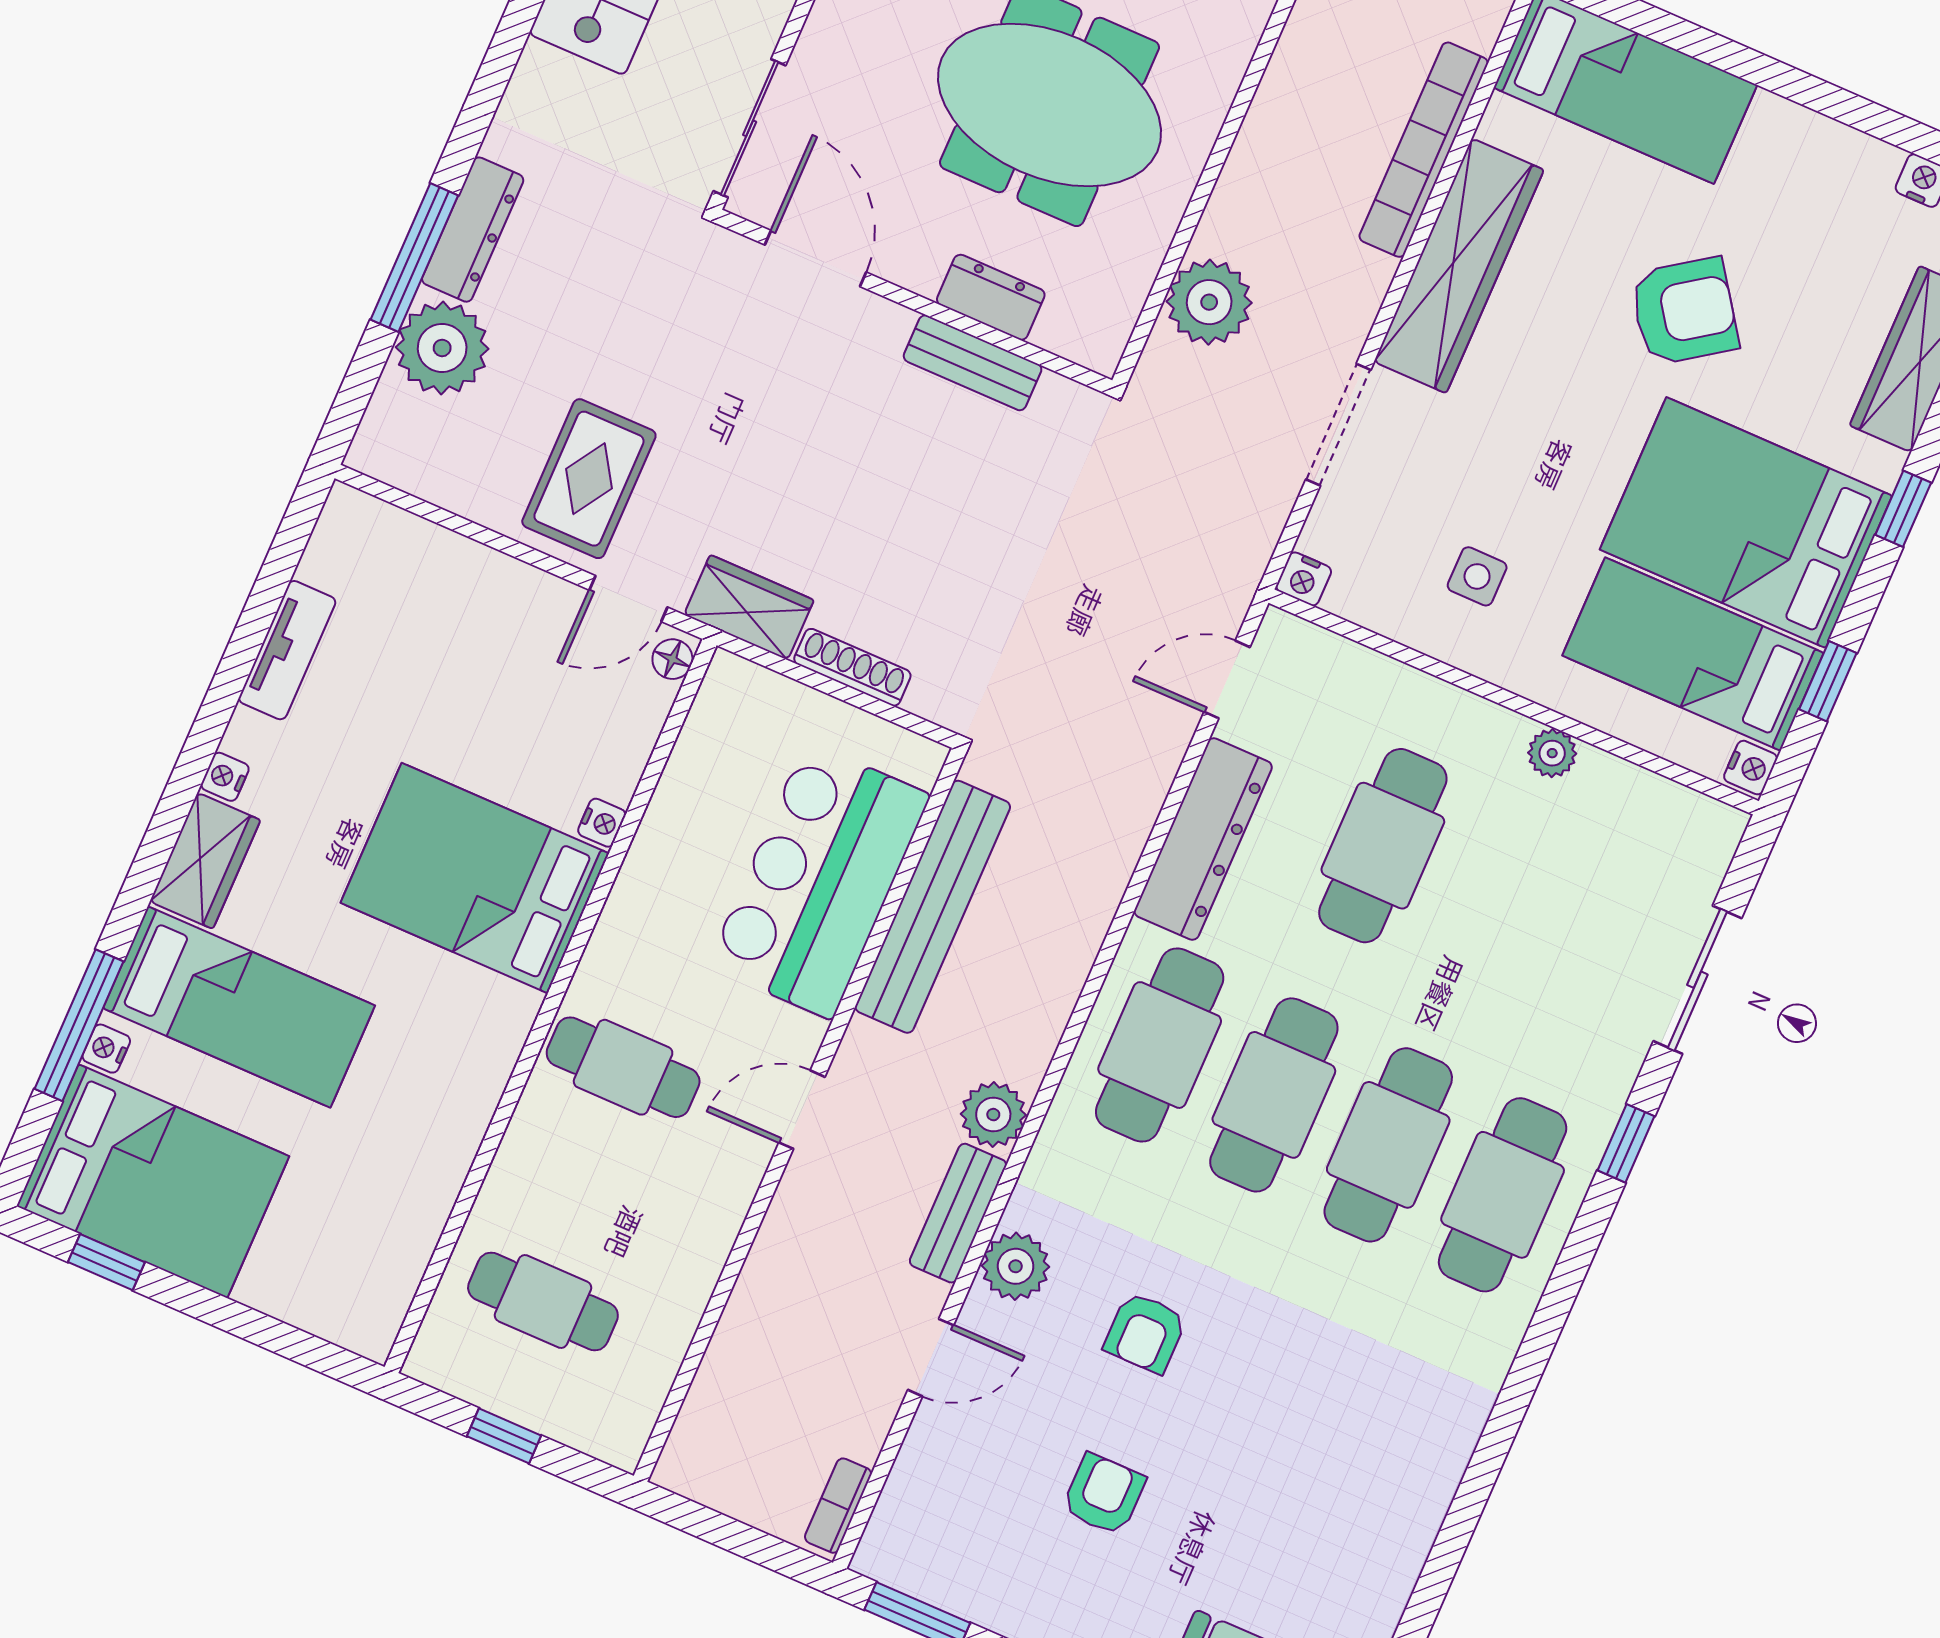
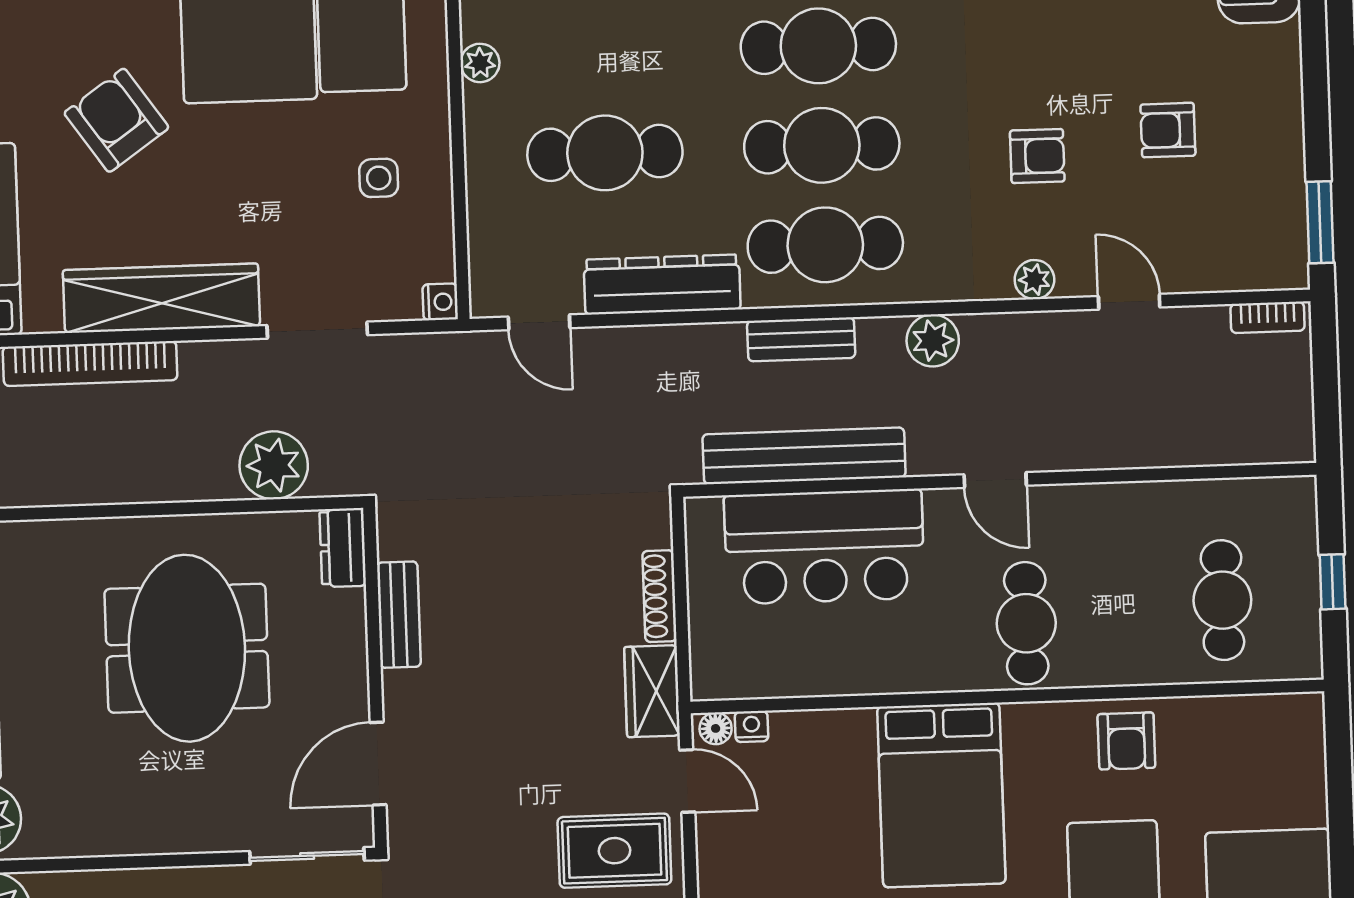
dresser: (991, 297) -> (343, 548), moved
nightstand: (602, 823) -> (752, 727), moved
armchair: (436, 1117) -> (1126, 741), added
bench: (958, 1213) -> (801, 339), moved
plant: (1016, 1266) -> (1034, 280), width x0.73, depth x0.73

